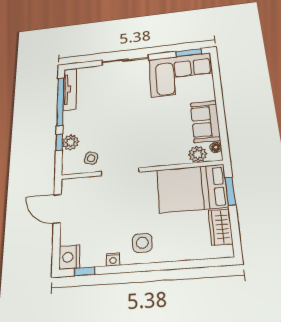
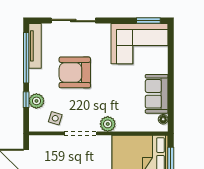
sliding door: (125, 60) -> (73, 21), moved
armchair: (112, 110) -> (75, 72), added
plant: (198, 154) -> (108, 124), moved

